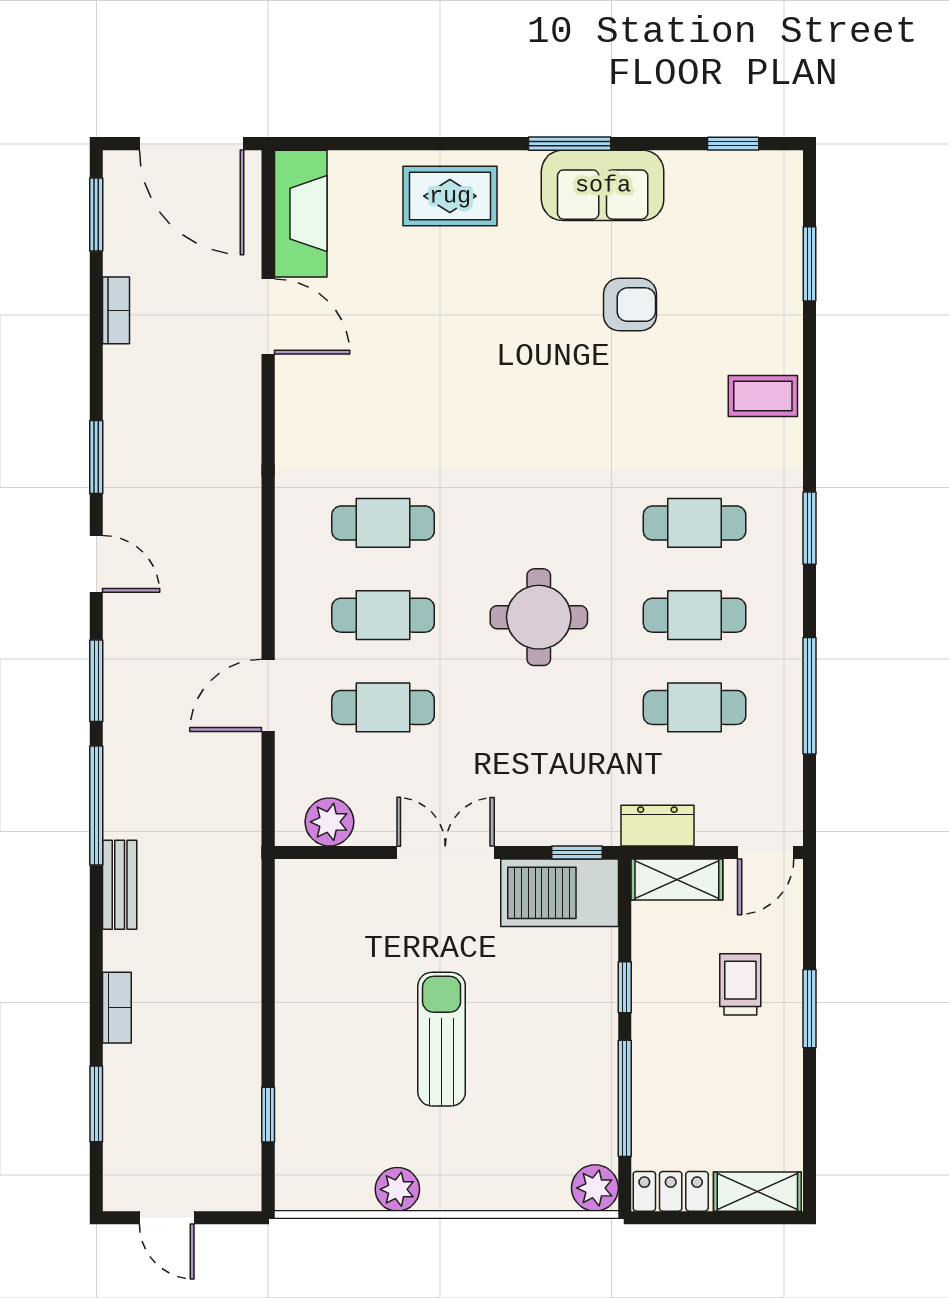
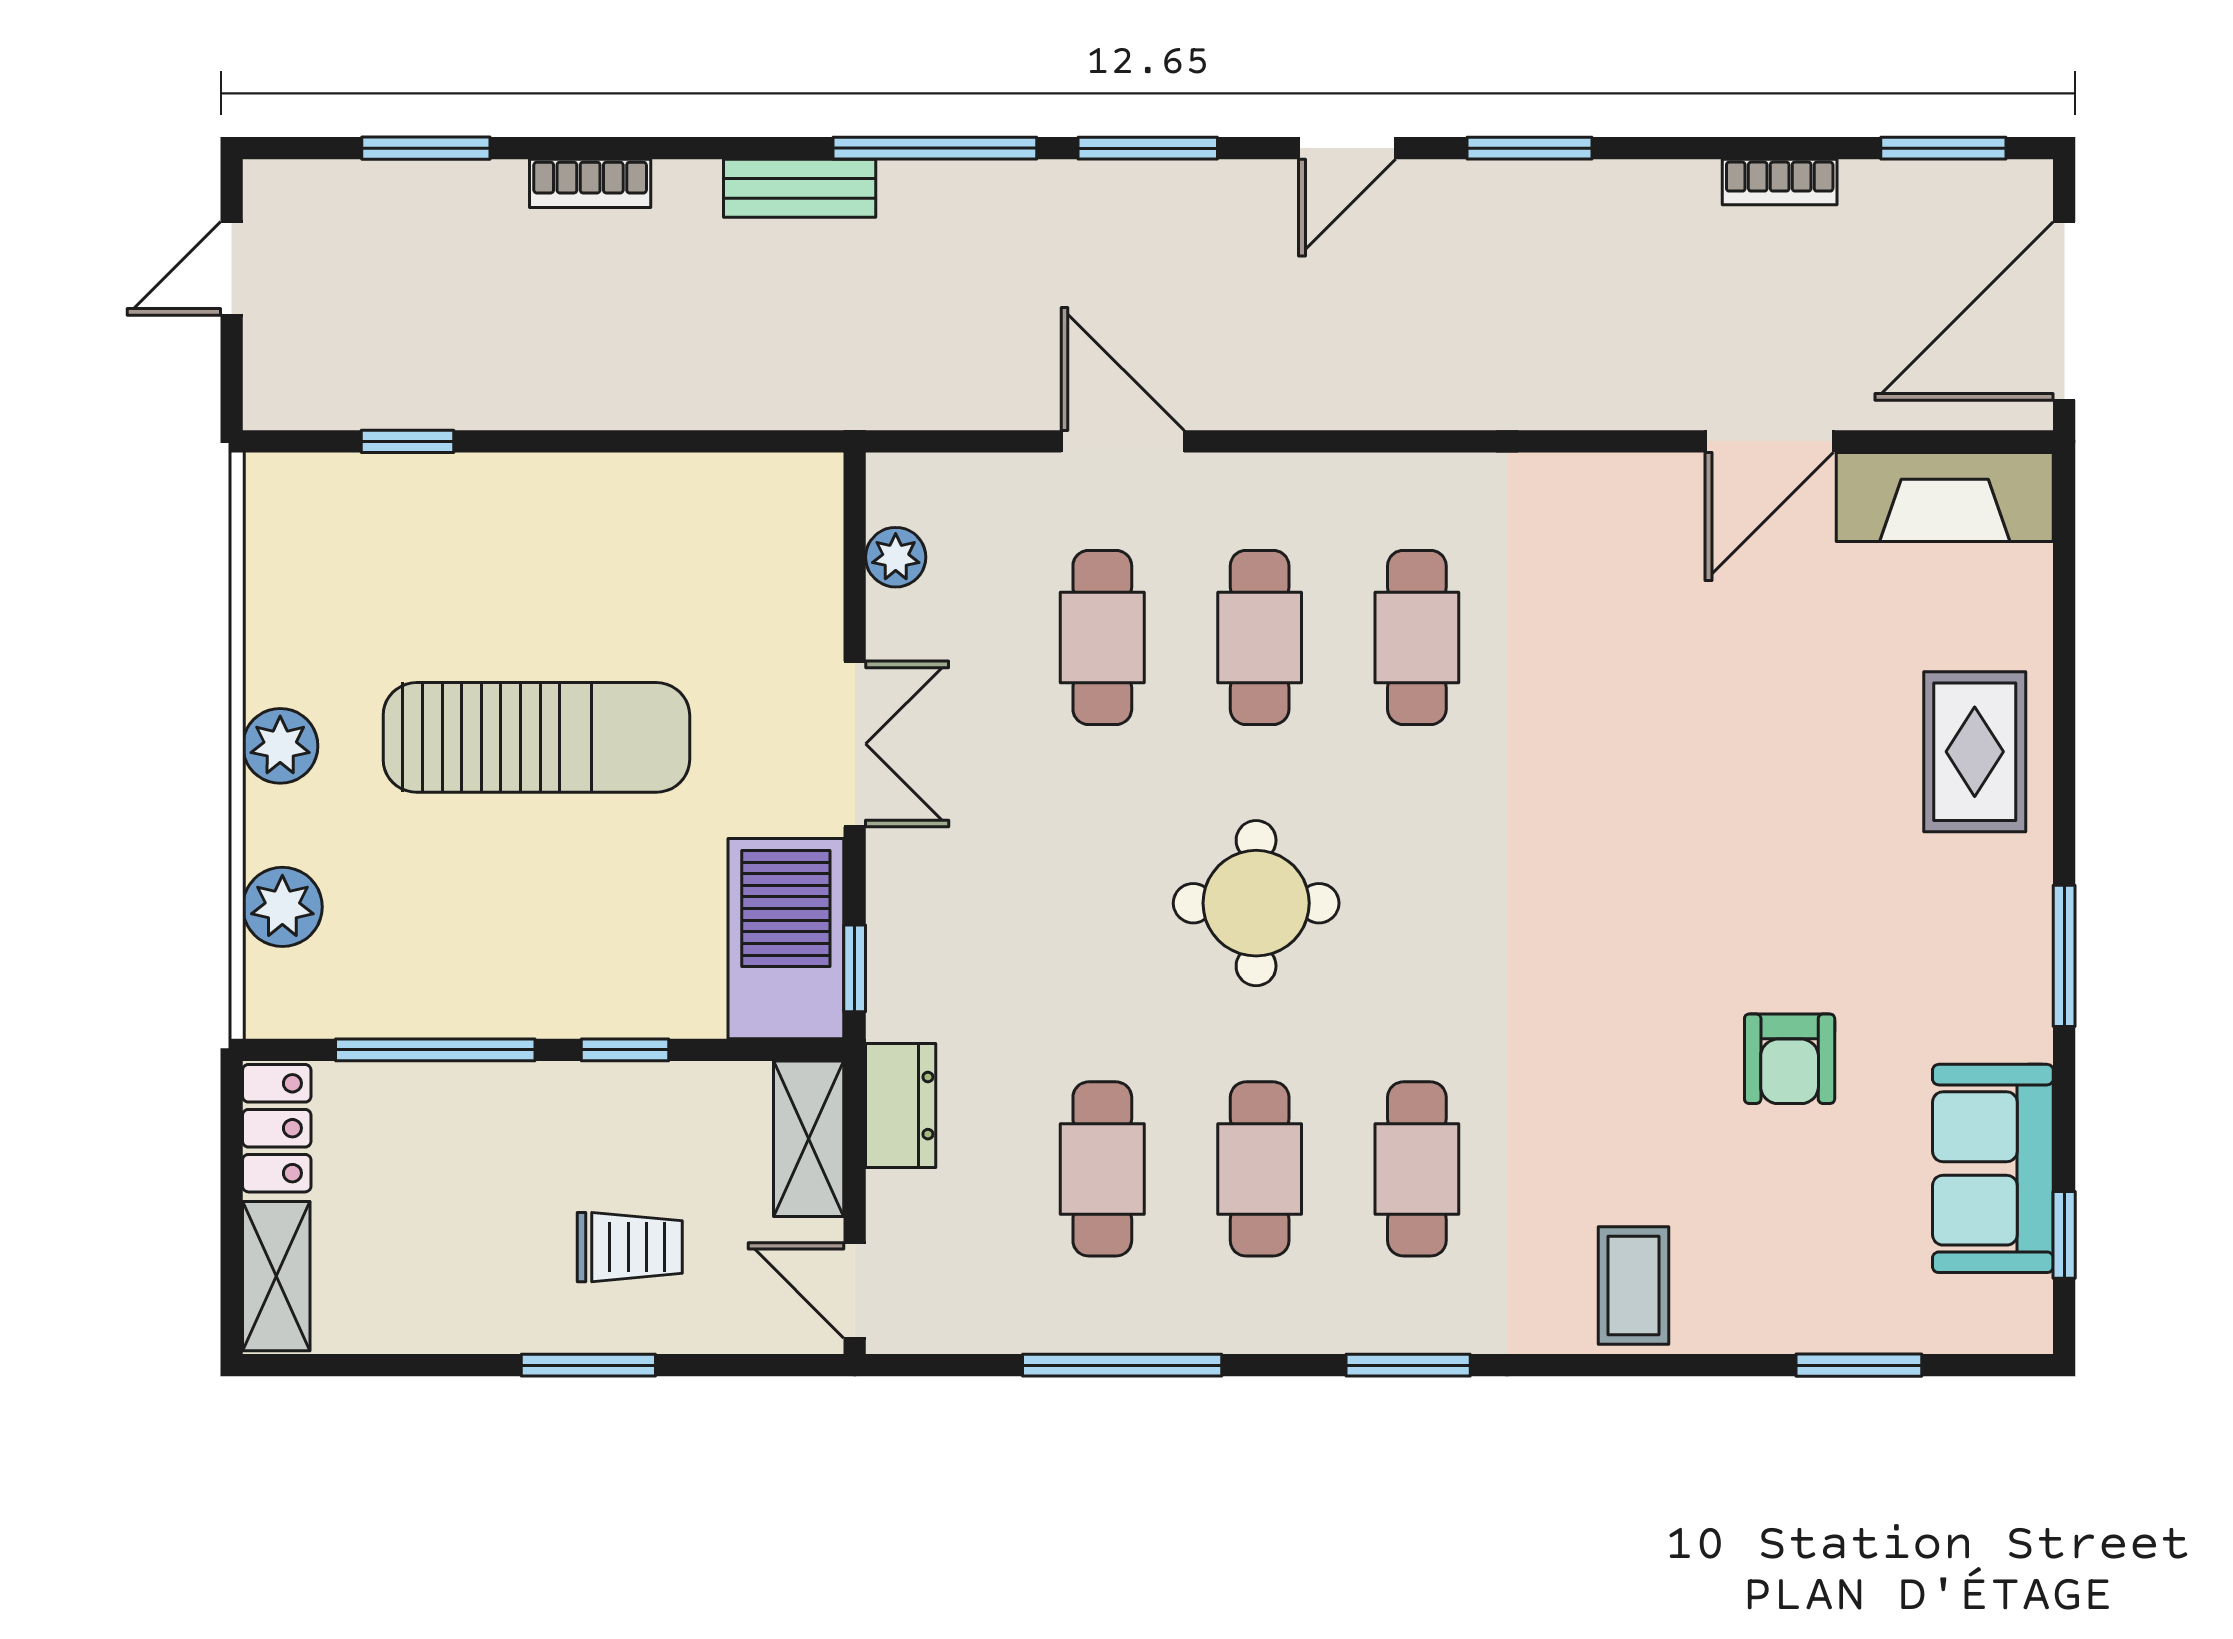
sofa: (603, 185) -> (1993, 1168), moved
plant: (329, 822) -> (896, 557), width x0.73, depth x0.73
sun lounger: (442, 1039) -> (536, 737), width x1.36, depth x1.34
plant: (595, 1188) -> (282, 907), moved
plant: (397, 1189) -> (280, 746), moved

